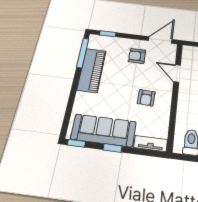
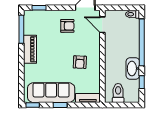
armchair: (137, 56) -> (67, 26), turned 180
piano: (92, 70) -> (30, 49), width x0.73, depth x0.75
door: (177, 73) -> (102, 25), moved

